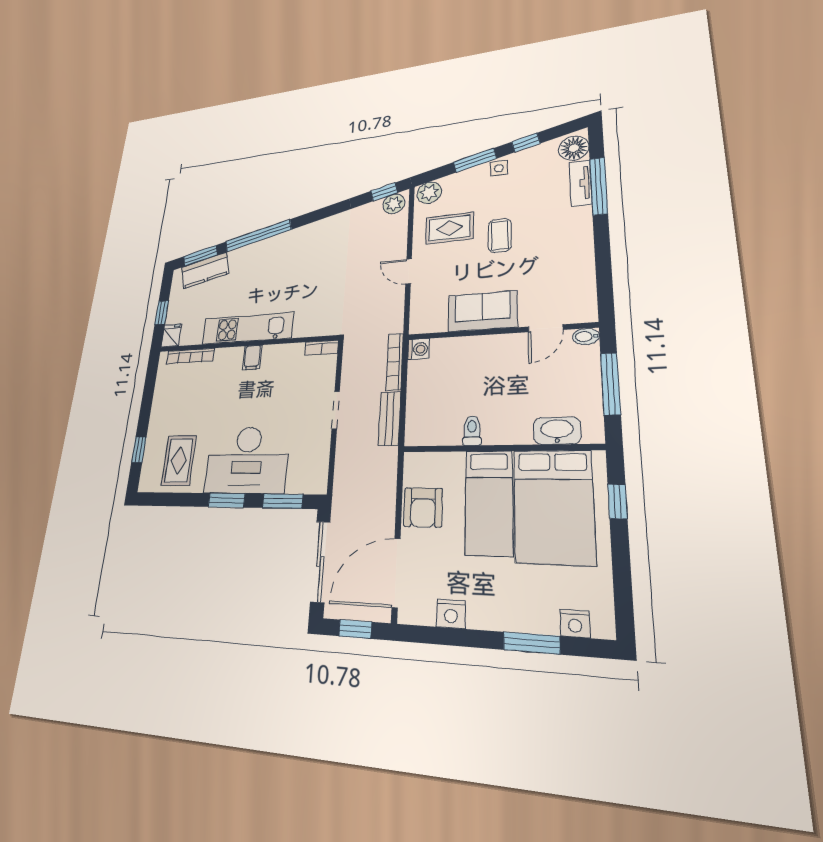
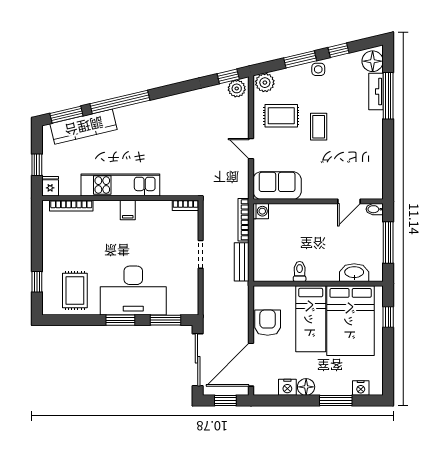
kitchen counter: (205, 270) -> (84, 127), width x1.50
sofa: (482, 311) -> (277, 186), moved
armchair: (423, 507) -> (268, 323), turned 180
floor lamp: (481, 615) -> (306, 387), added

